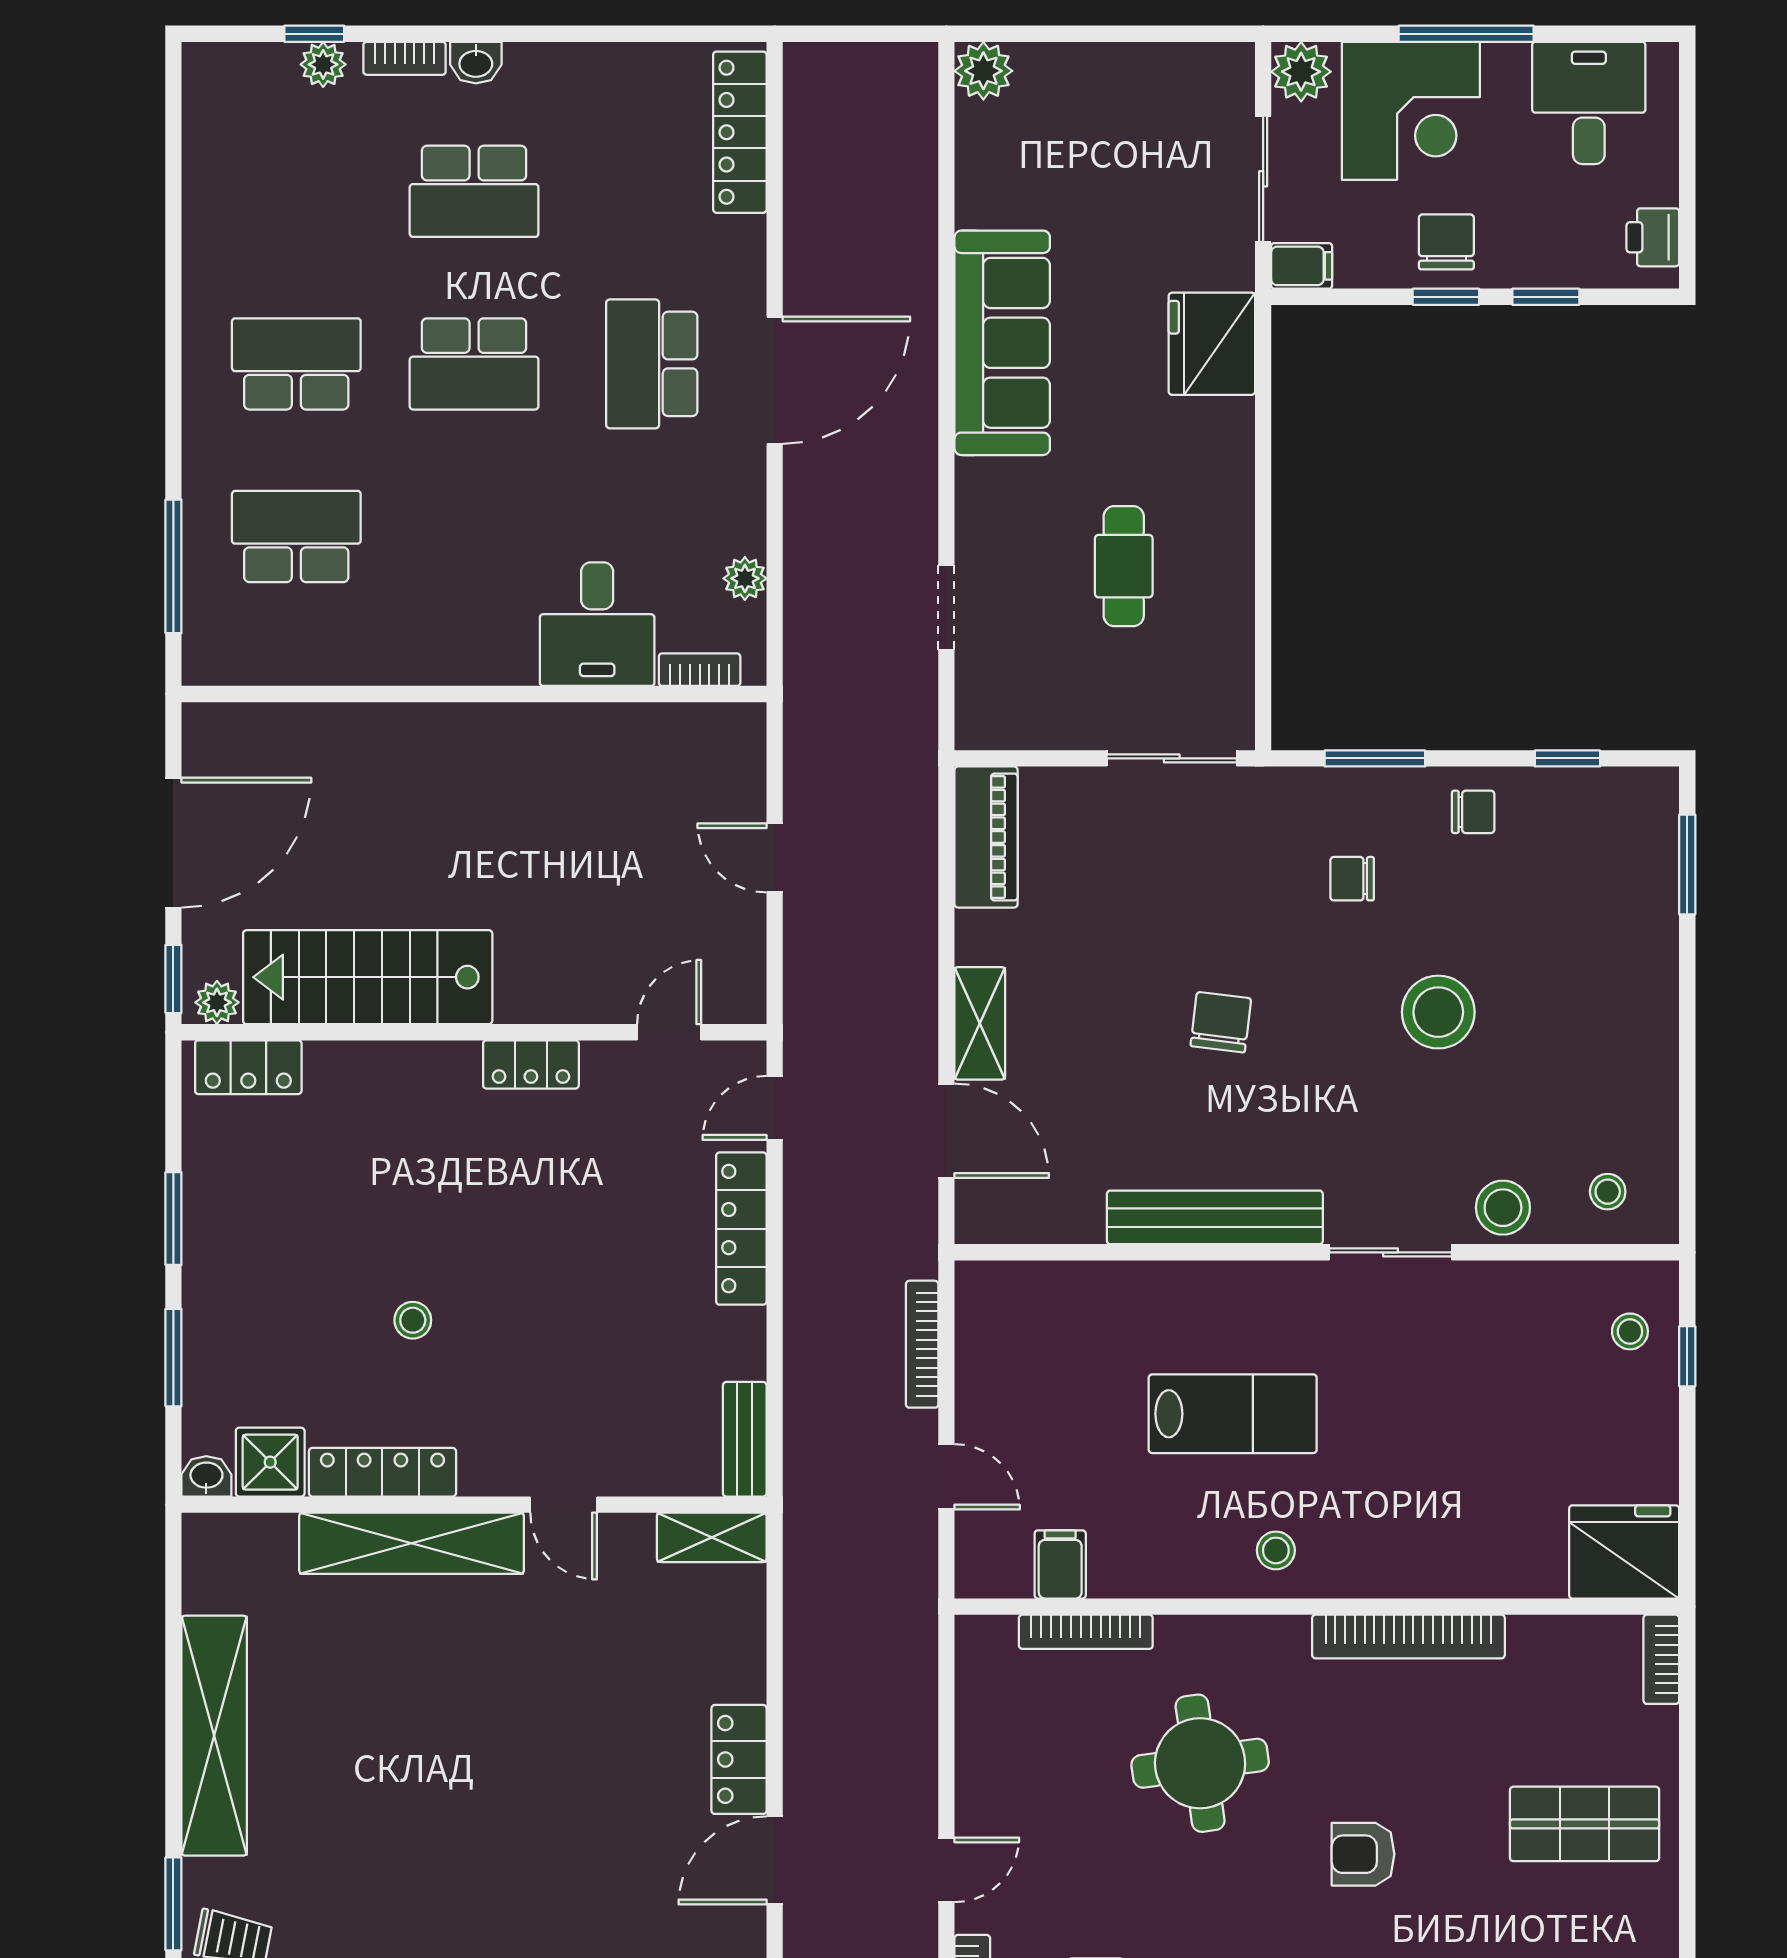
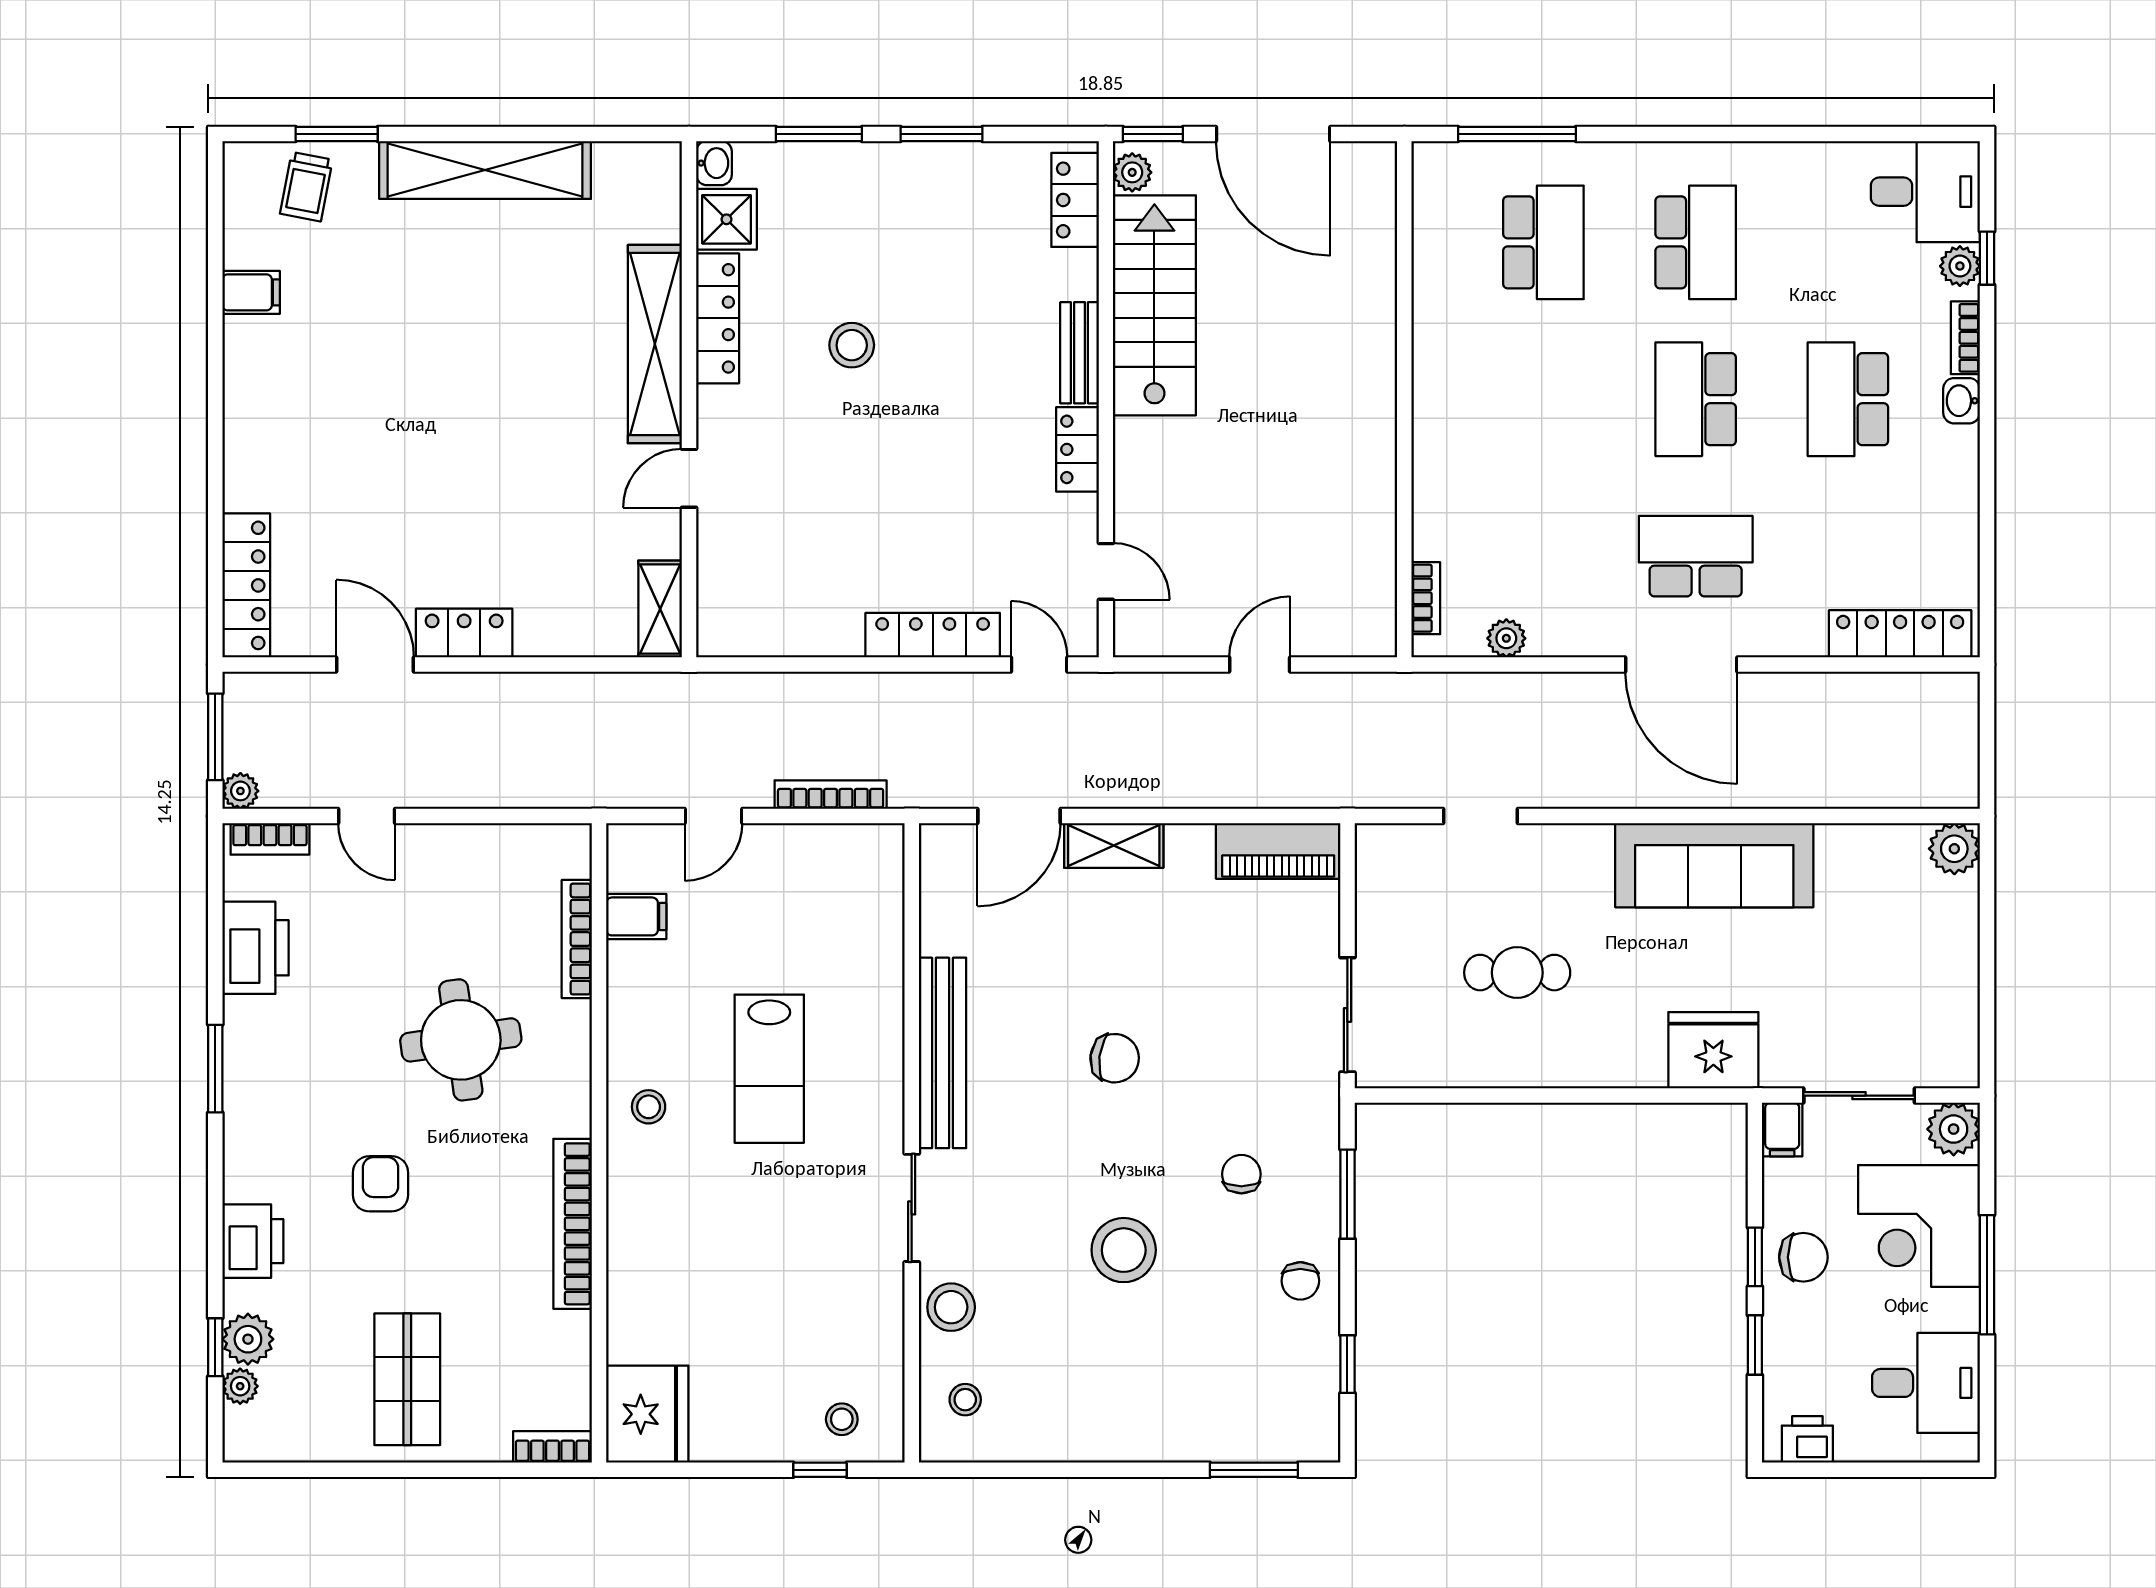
desk: (597, 624) -> (1925, 192), moved, turned 180
stool: (413, 1320) -> (852, 345), width x1.37, depth x1.37
bench: (745, 1439) -> (1079, 353), moved, turned 90

